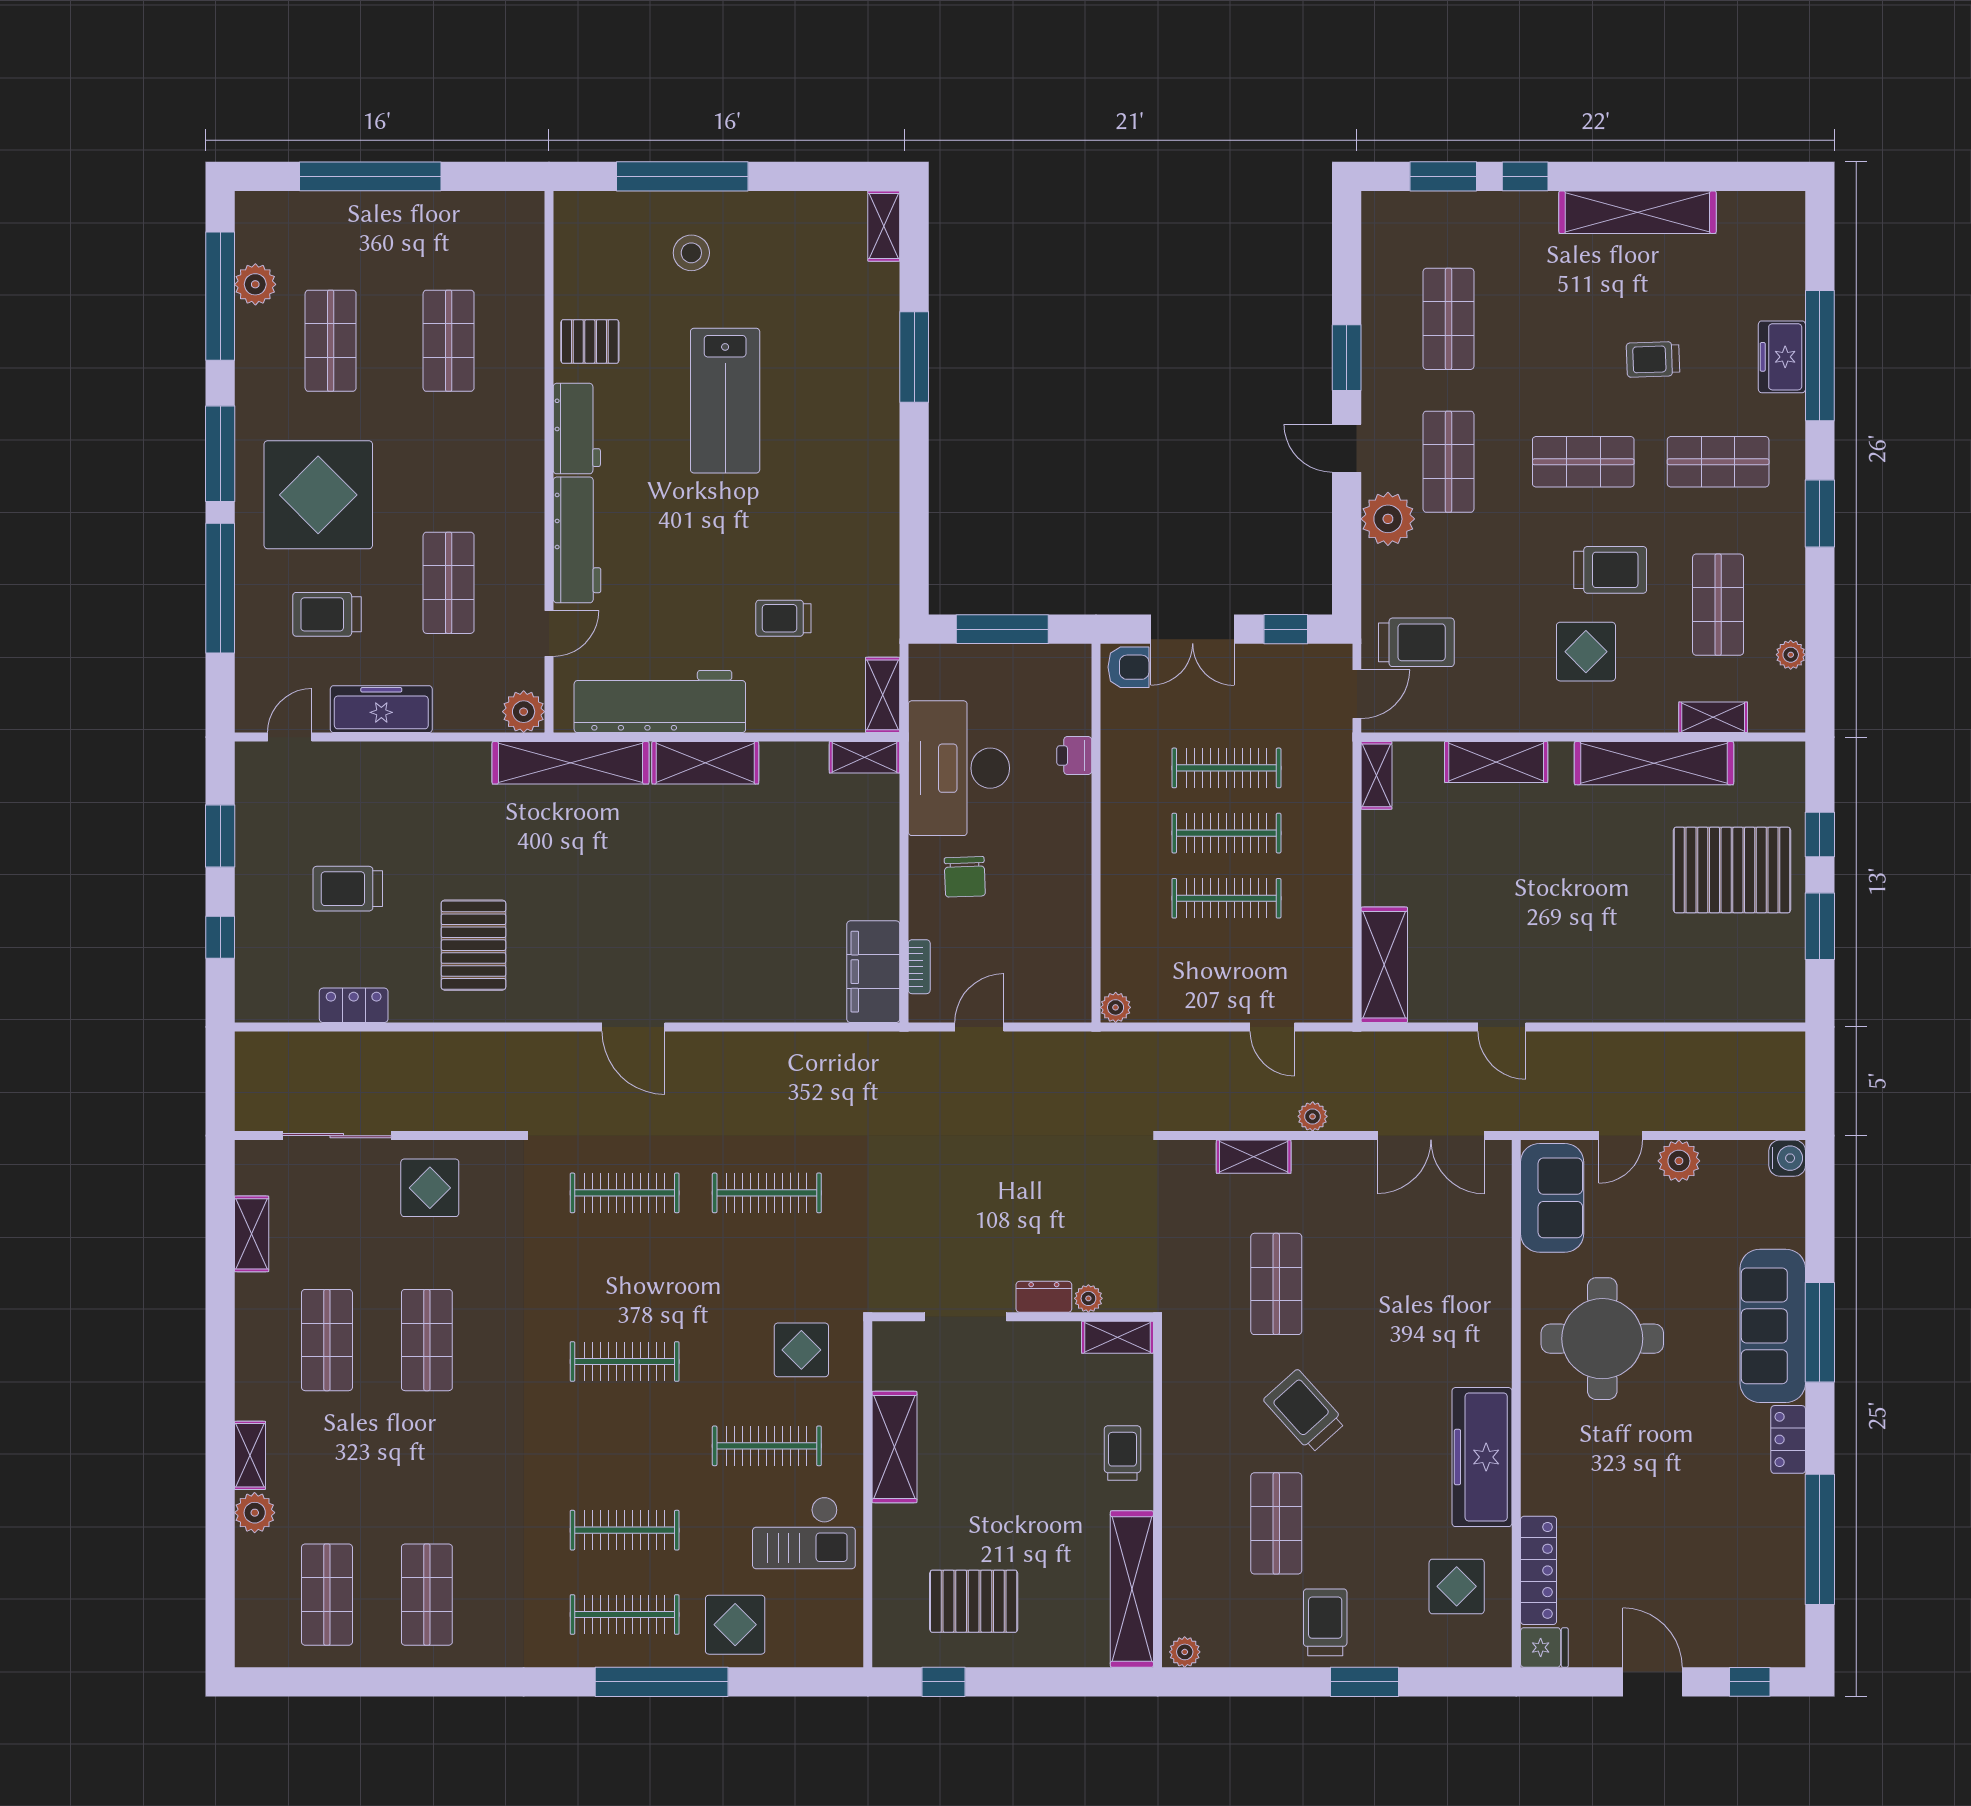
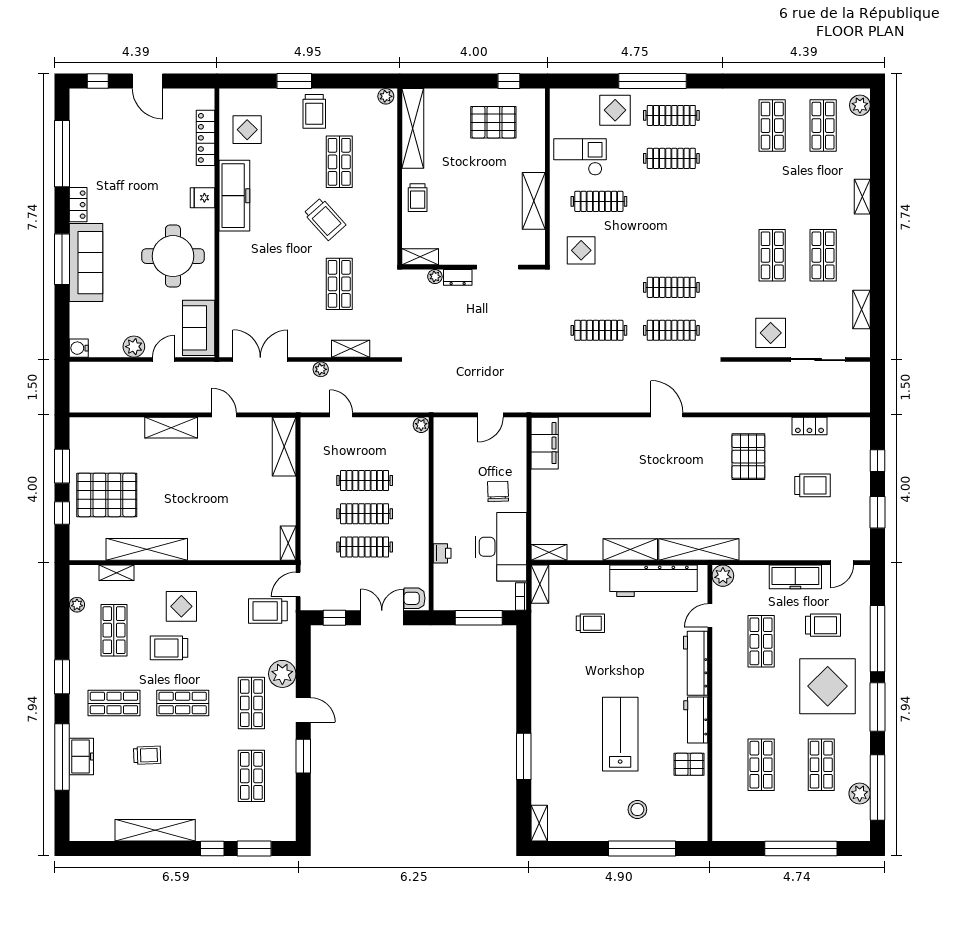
shelving: (1496, 762) -> (171, 428), moved
bookcase: (919, 967) -> (521, 597), moved
clothes rail: (625, 1362) -> (671, 287), moved
plant: (255, 1513) -> (860, 105), moved
fridge: (1544, 1647) -> (203, 198), moved

